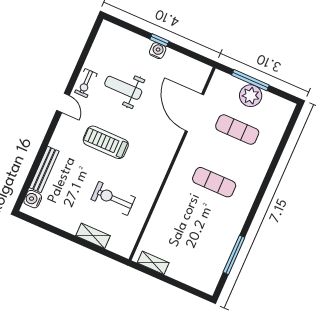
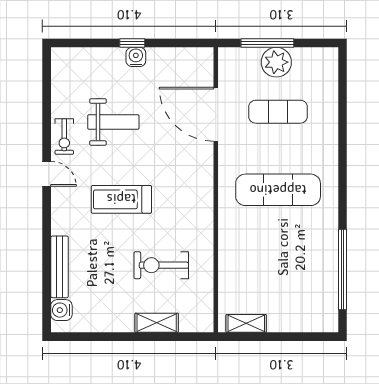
weight bench: (123, 88) -> (113, 122), turned 180
exercise mat: (214, 182) -> (278, 190), width x1.36, depth x1.45
window: (234, 255) -> (342, 269), width x1.46

